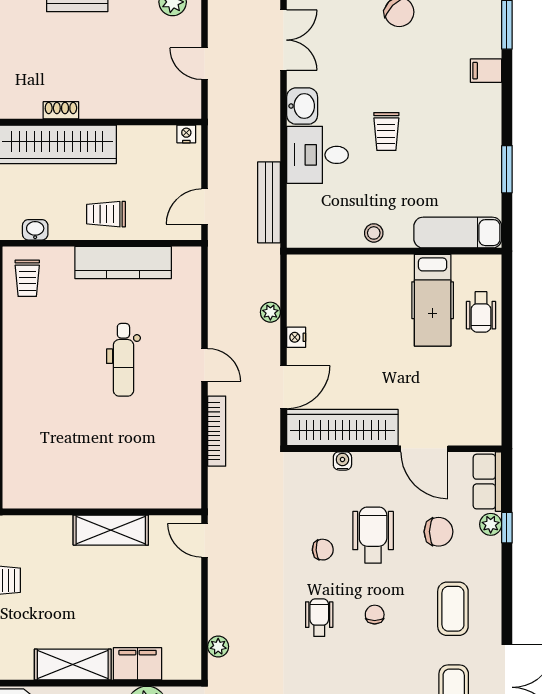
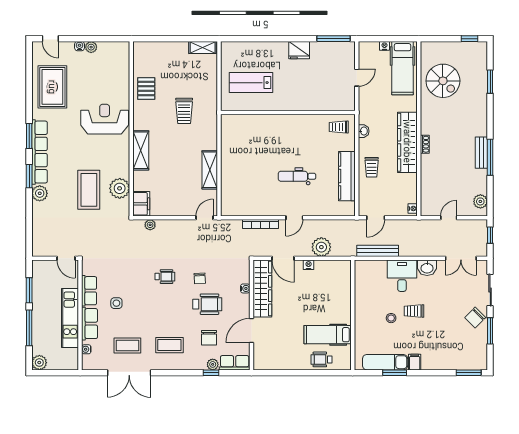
filing cabinet: (486, 71) -> (415, 362), moved
door: (205, 207) -> (376, 218), swing flipped
trolley: (106, 214) -> (372, 167), turned 180
stool: (374, 233) -> (391, 318), moved
exam couch: (458, 233) -> (385, 362), moved, turned -90
plant: (270, 312) -> (321, 247), width x1.88, depth x1.88
chair: (375, 615) -> (166, 305), removed
filing cabinet: (138, 664) -> (141, 204), moved

